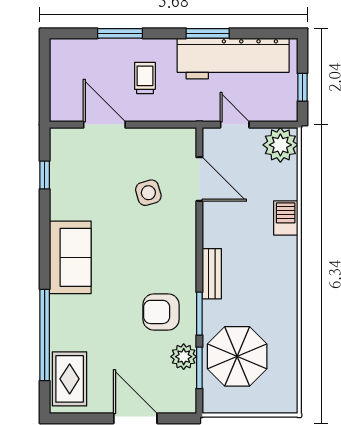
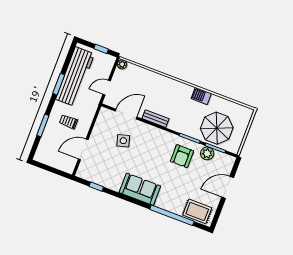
plant: (280, 145) -> (122, 64), width x0.53, depth x0.53
barbecue: (286, 218) -> (201, 96), moved
bench: (212, 274) -> (156, 119), moved

